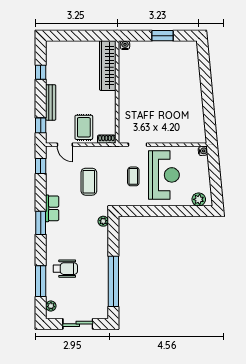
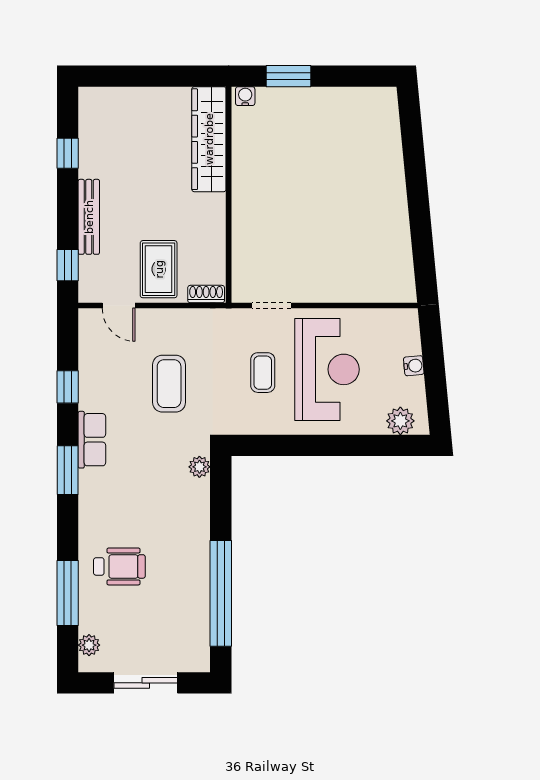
window: (162, 36) -> (289, 76), moved
water cooler: (203, 151) -> (414, 366), moved
window: (41, 166) -> (68, 387), moved

